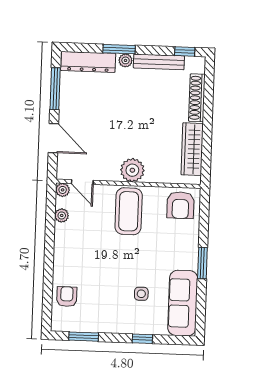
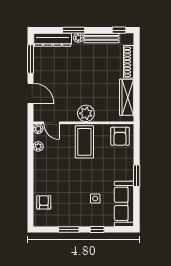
window: (84, 337) -> (69, 230), moved

